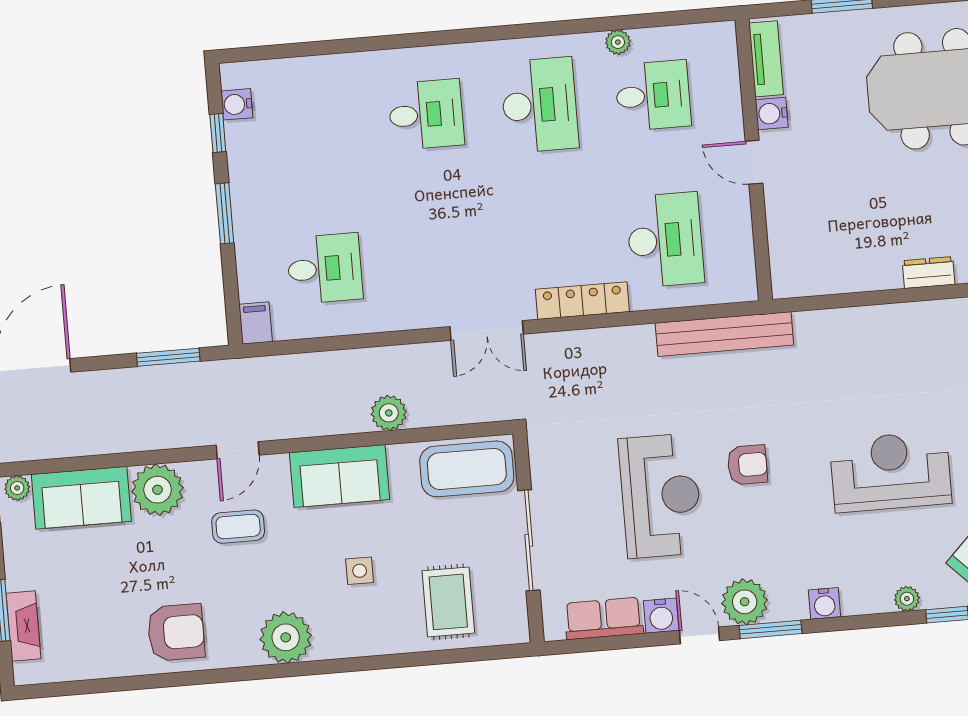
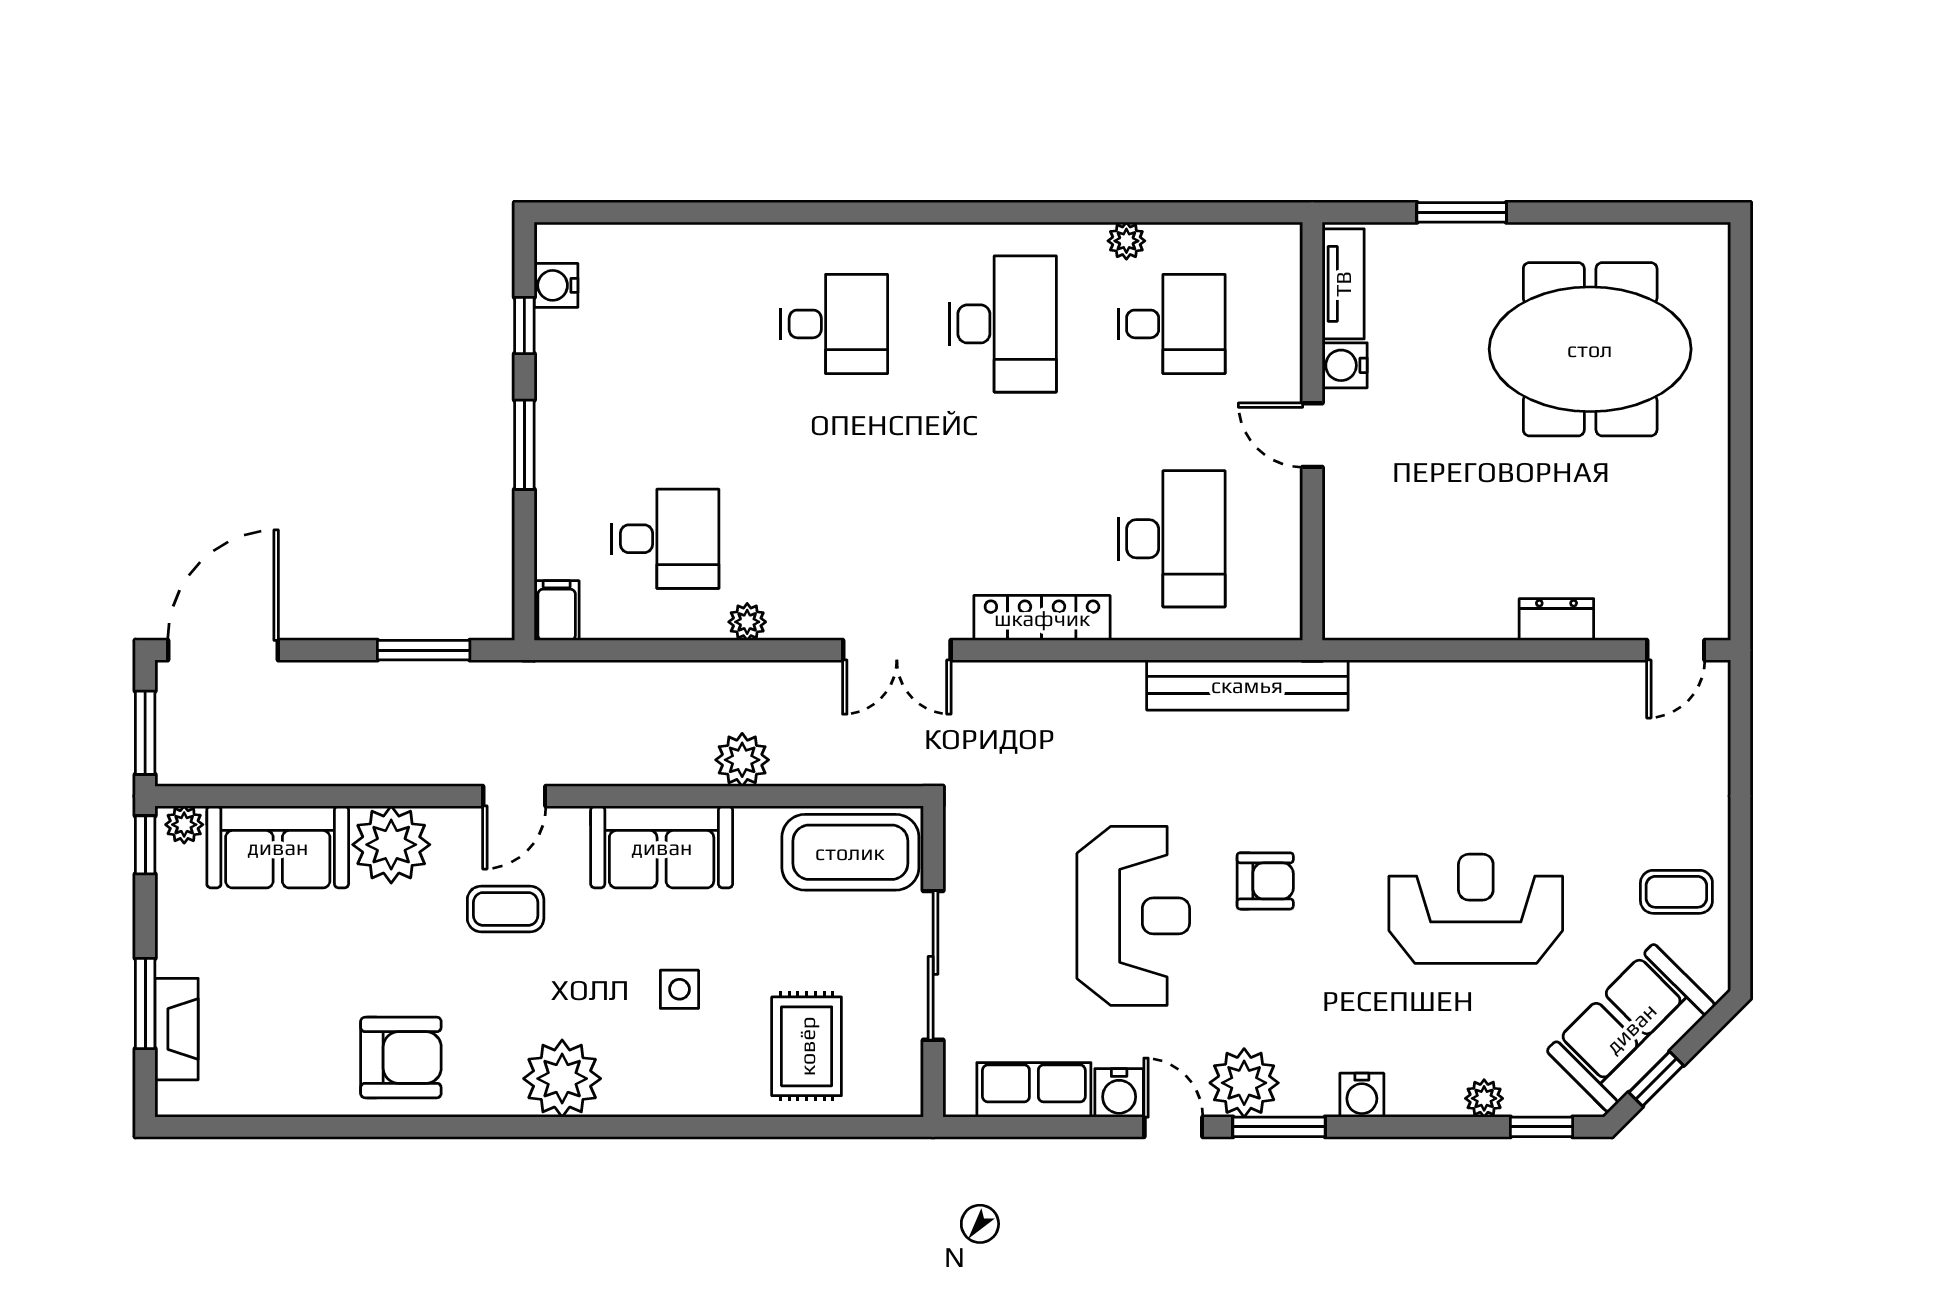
plant: (384, 320) -> (747, 622), added

